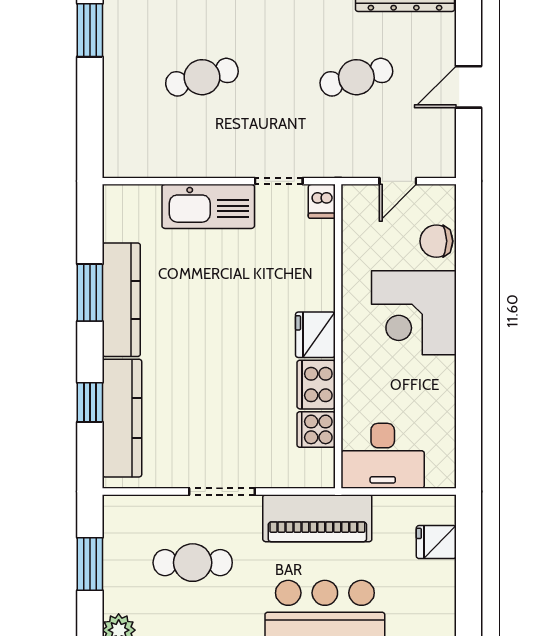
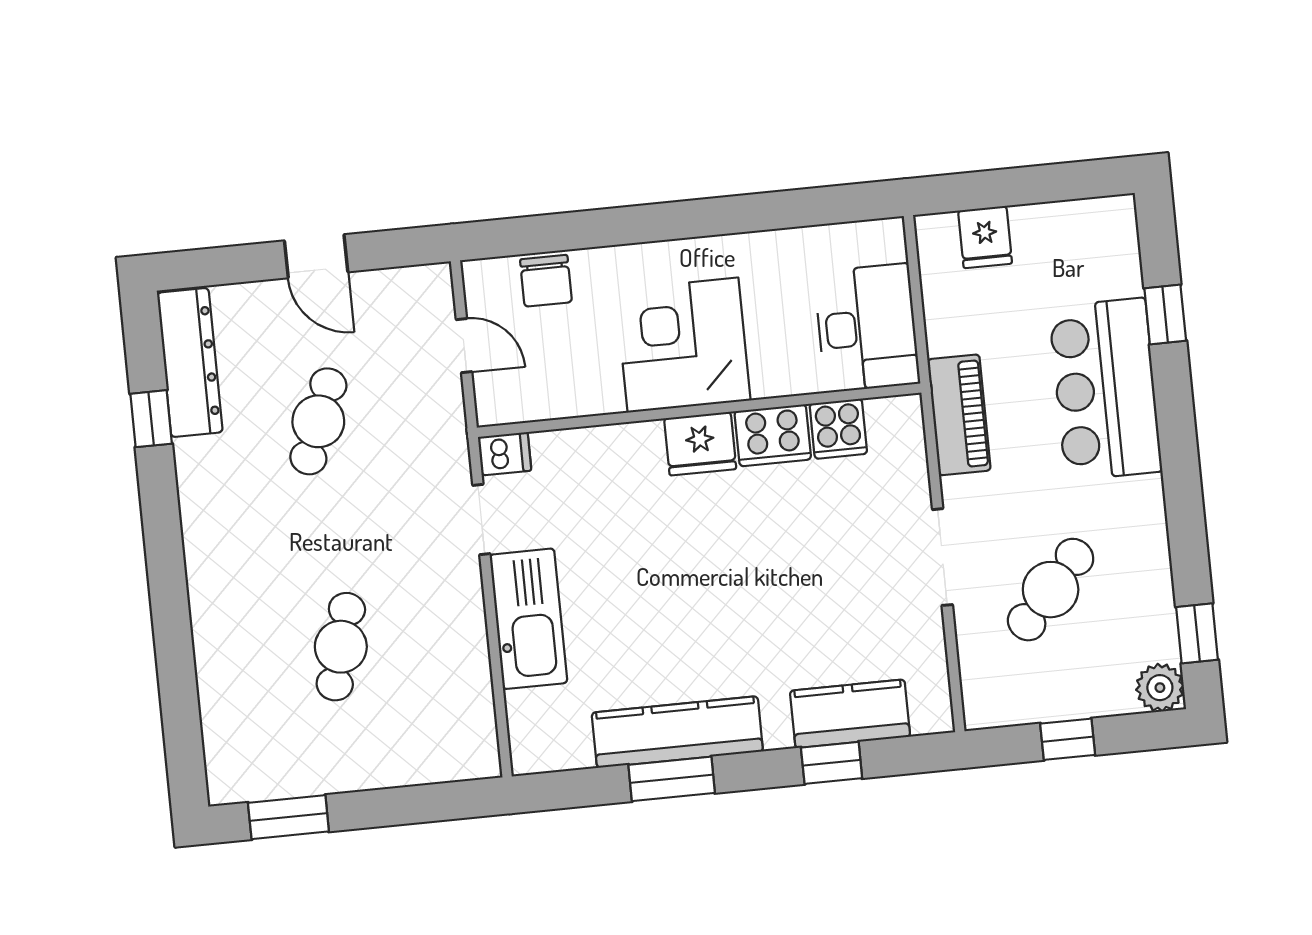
cafe table: (202, 77) -> (341, 647), turned 30
cafe table: (356, 77) -> (318, 421), turned 36
corner desk: (414, 313) -> (683, 345), moved, turned 180
kitchen counter: (122, 418) -> (850, 714), width x0.67
piano: (317, 518) -> (959, 415), width x0.73, depth x0.75
cafe table: (193, 563) -> (1051, 590), turned 42
window: (90, 564) -> (1068, 739), width x0.67

